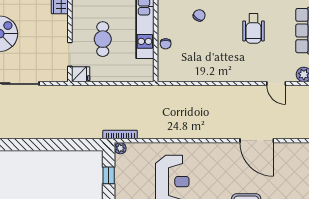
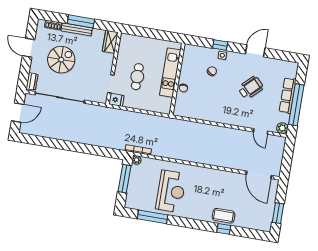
wheelchair: (254, 29) -> (251, 88), turned -134
door: (257, 141) -> (259, 175), moved
window: (109, 175) -> (125, 179), width x2.17

